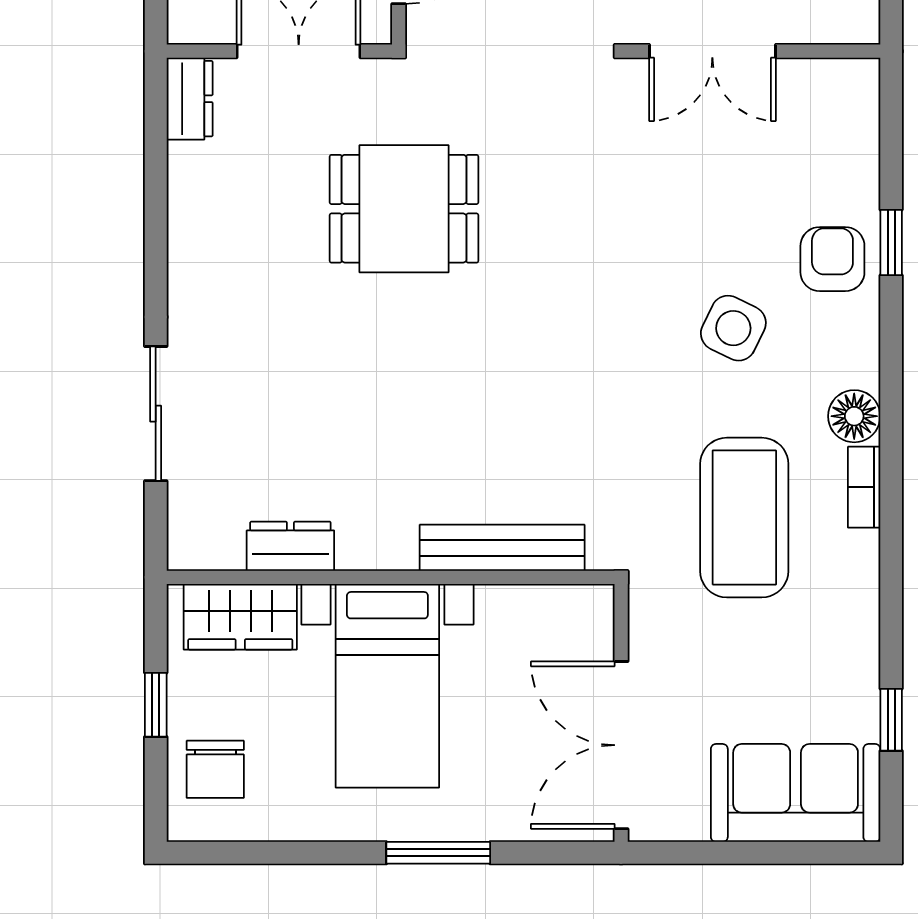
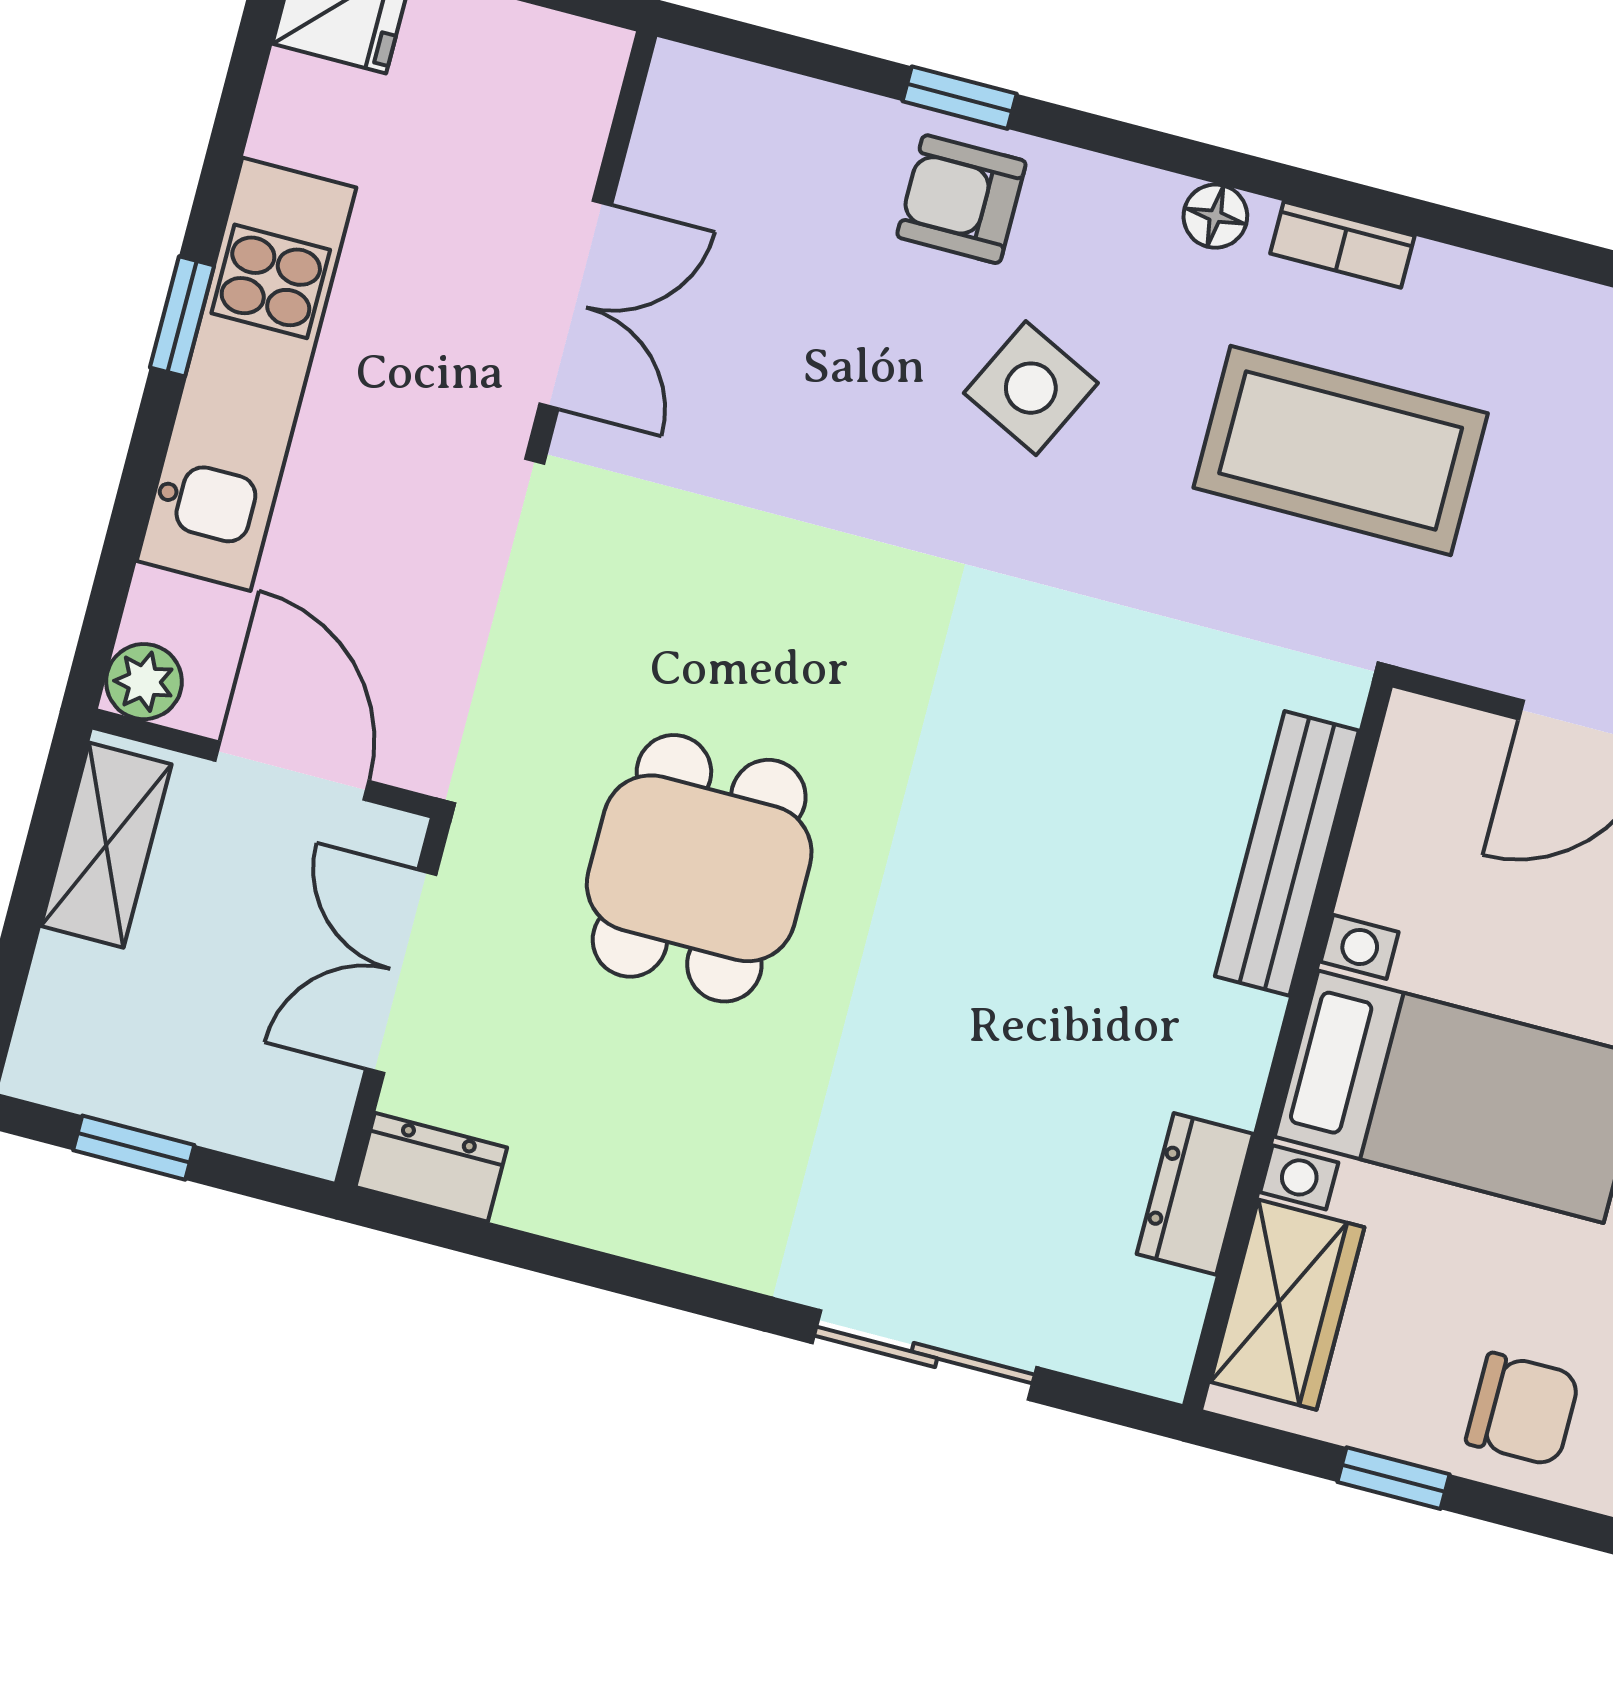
floor lamp: (854, 416) -> (1215, 216), width x0.73, depth x0.73

